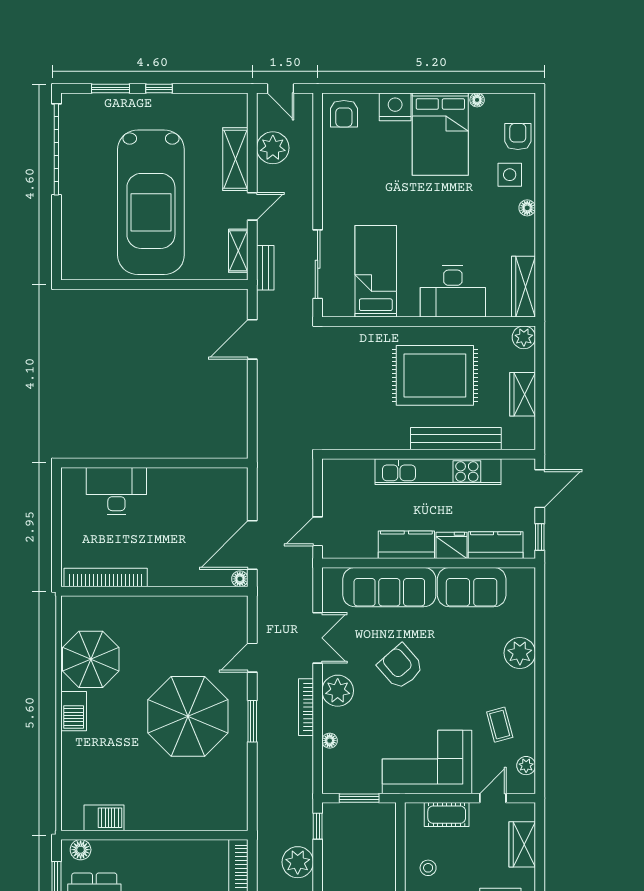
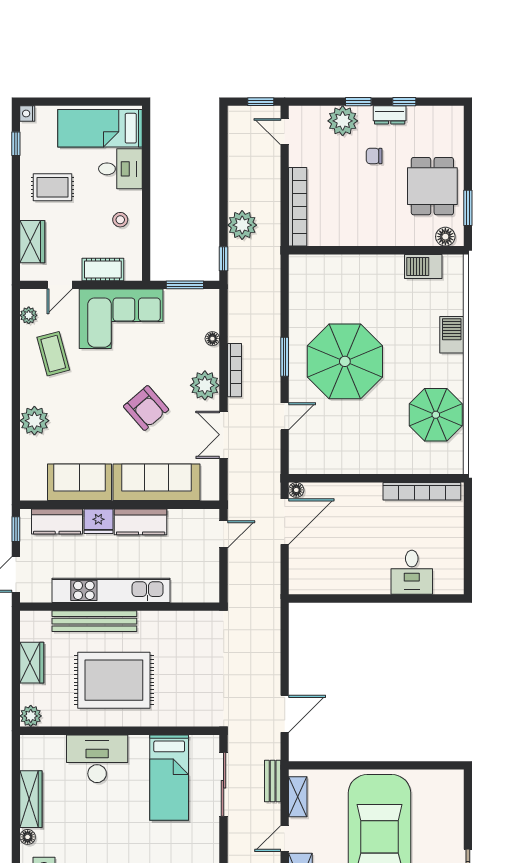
wardrobe: (524, 287) -> (31, 799), moved
desk: (116, 491) -> (412, 572), width x0.73
barbecue: (74, 711) -> (452, 335), moved
coffee table: (500, 725) -> (53, 354), width x1.36, depth x1.30

